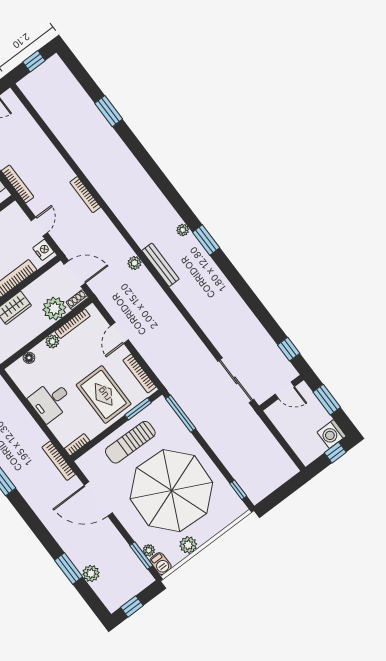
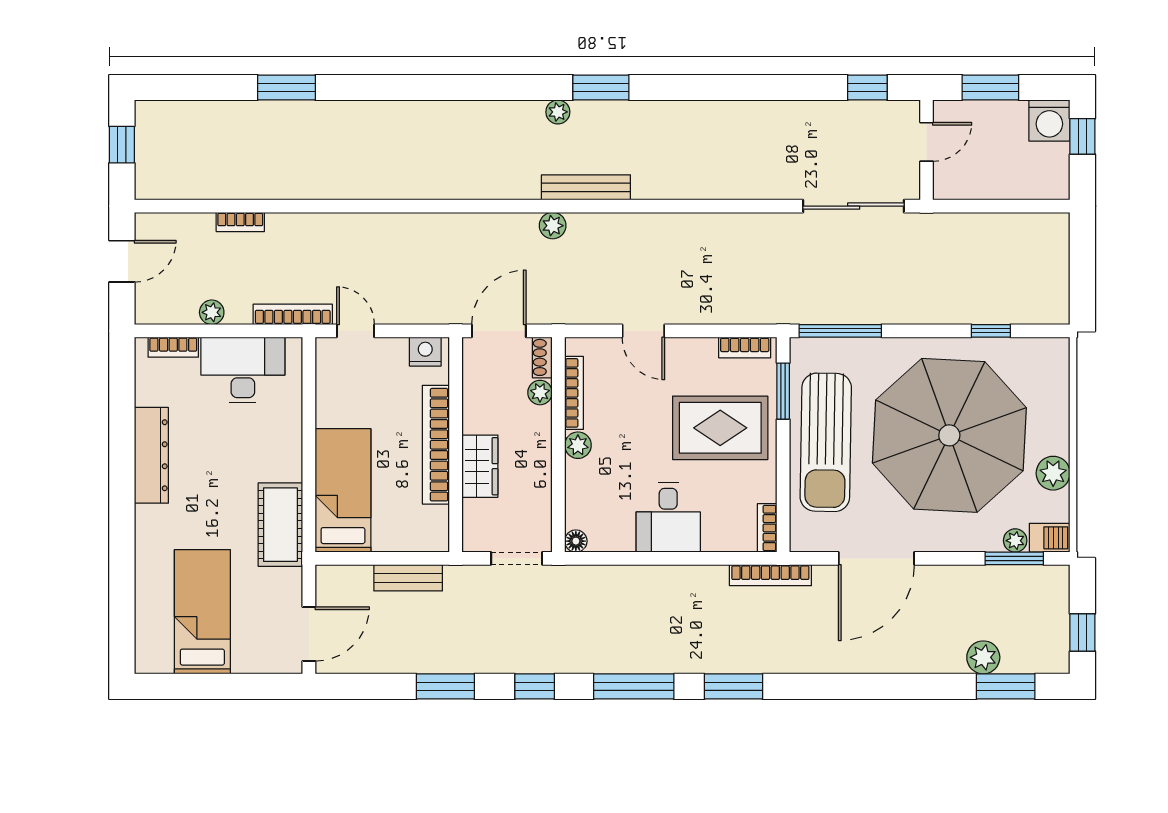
bookcase: (85, 195) -> (240, 222), moved, width x0.64
door: (39, 227) -> (356, 331), moved
plant: (54, 309) -> (540, 393), width x0.53, depth x0.53
floor lamp: (29, 358) -> (576, 541), moved
bookcase: (140, 374) -> (745, 347), width x0.64
sun lounger: (130, 442) -> (826, 442), width x1.36, depth x1.34
window: (238, 490) -> (991, 331), moved
window: (69, 568) -> (1006, 686), moved

